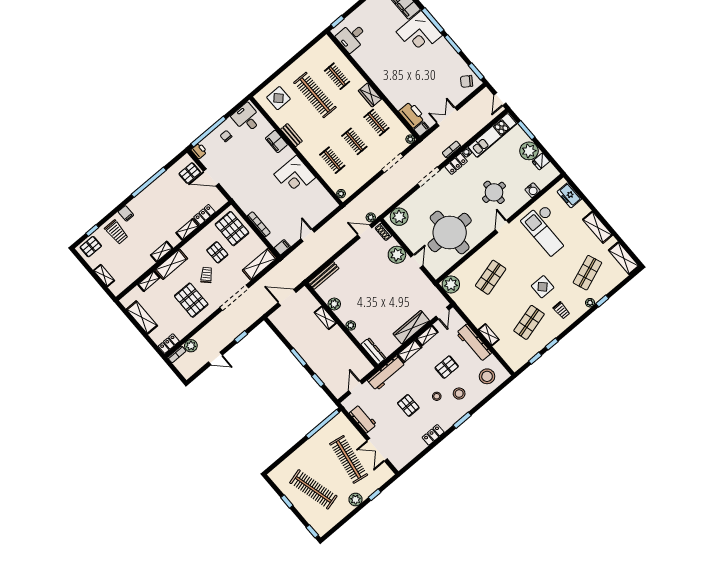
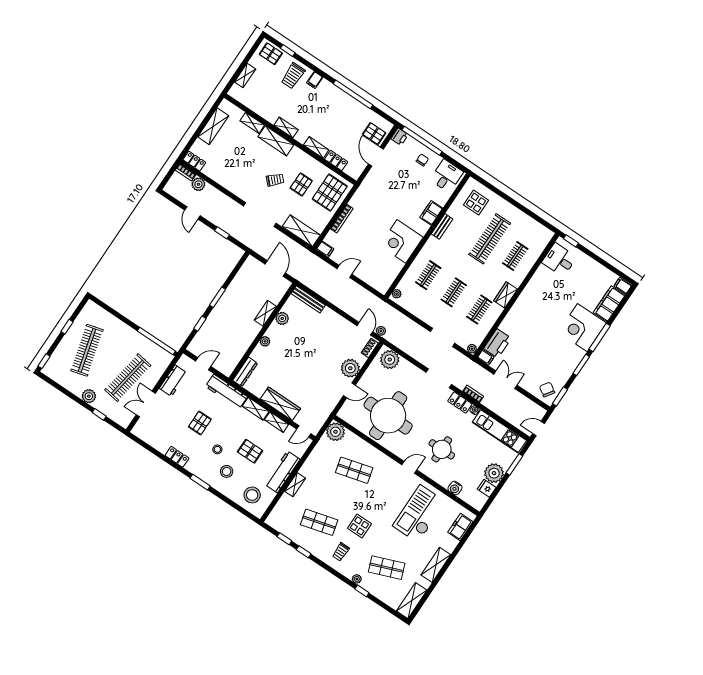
pallet: (191, 300) -> (245, 171), removed

